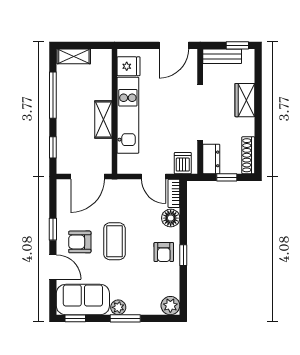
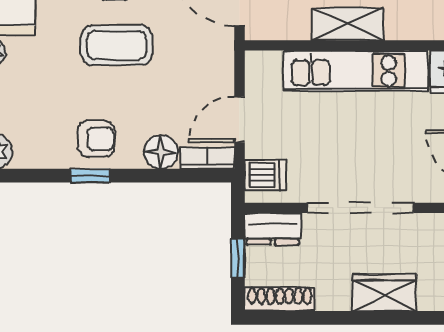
armchair: (164, 252) -> (96, 139), turned 180

